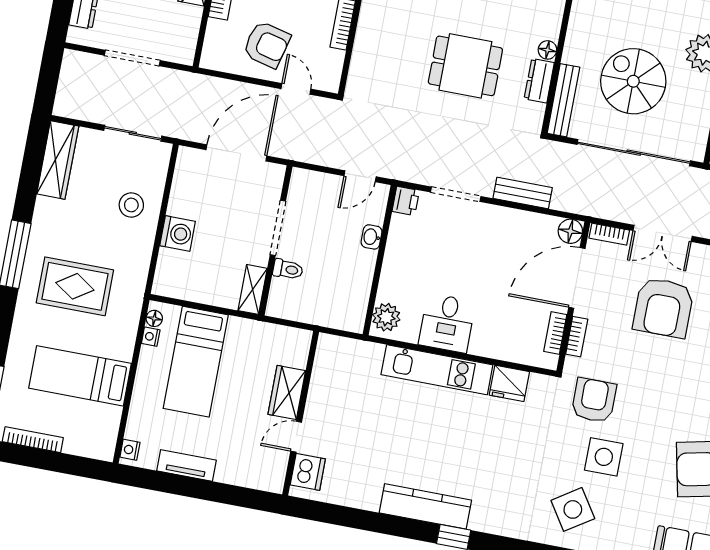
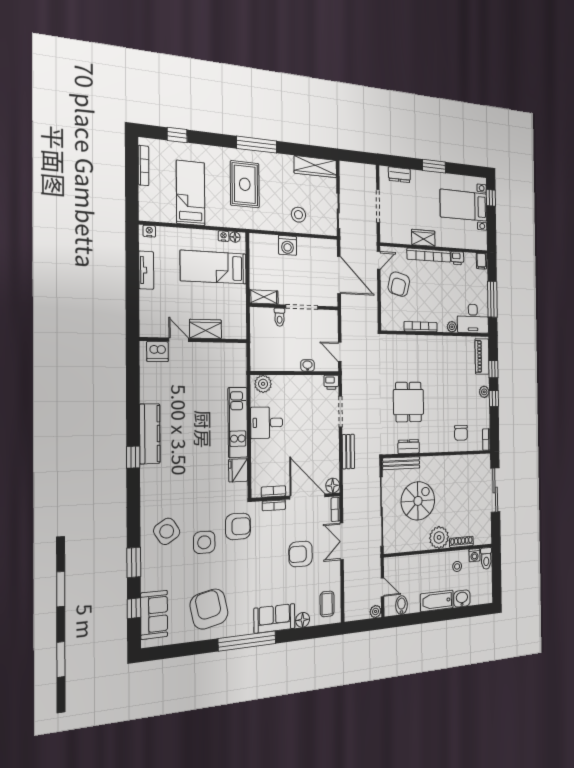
floor lamp: (547, 50) -> (425, 447), removed
door: (296, 89) -> (379, 260), moved
armchair: (663, 308) -> (301, 554), width x0.73, depth x0.73

